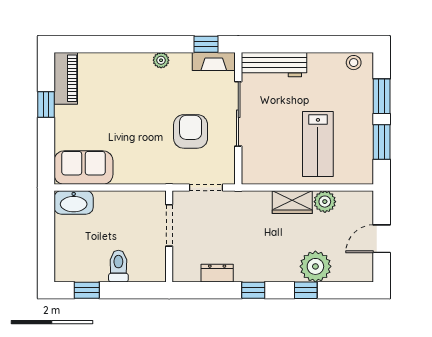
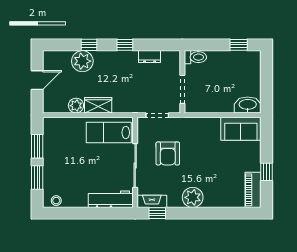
plant: (161, 60) -> (193, 197), width x1.87, depth x1.87
lab bench: (318, 144) -> (109, 133), moved, turned -90
toilet: (118, 266) -> (195, 57), moved, turned -90

